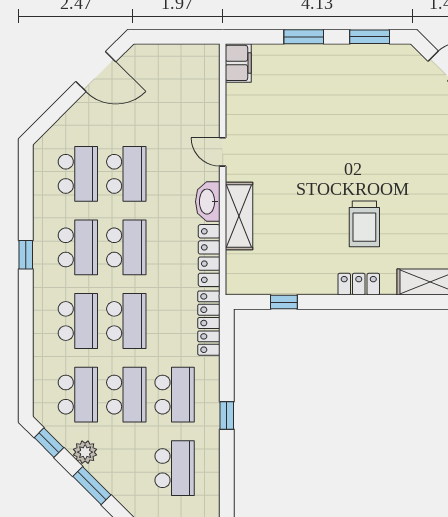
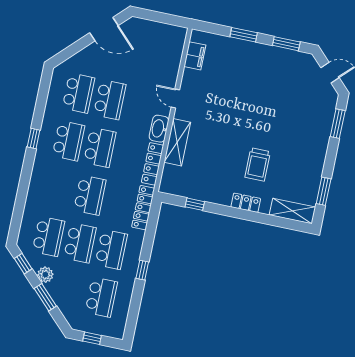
filing cabinet: (238, 63) -> (195, 56), moved
school desk: (78, 321) -> (58, 189), removed

